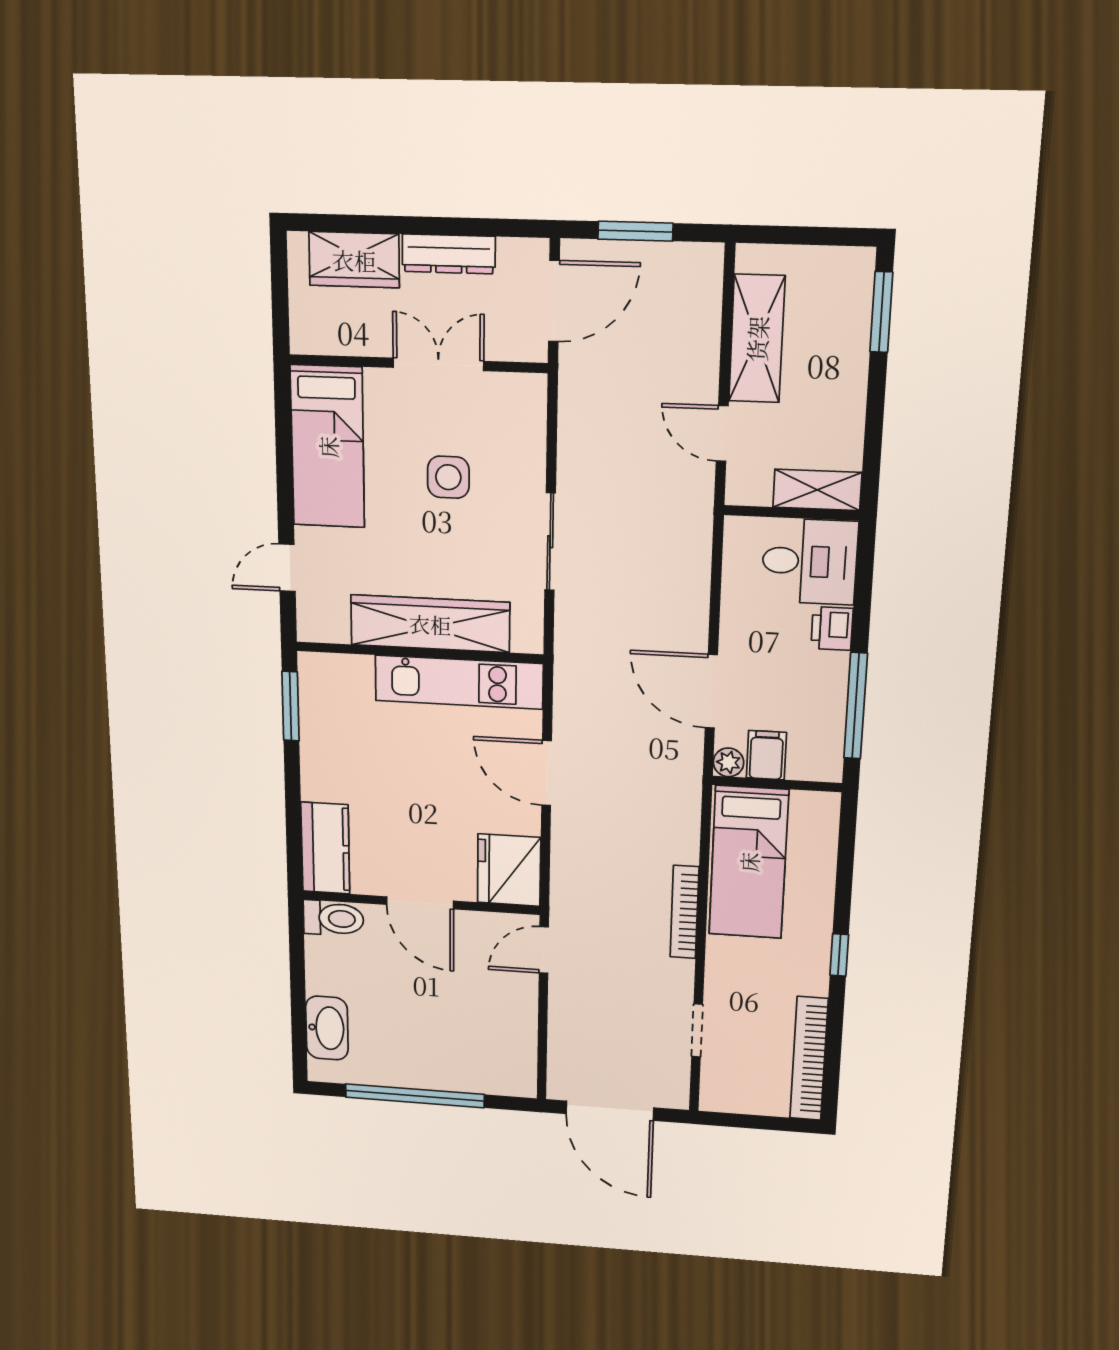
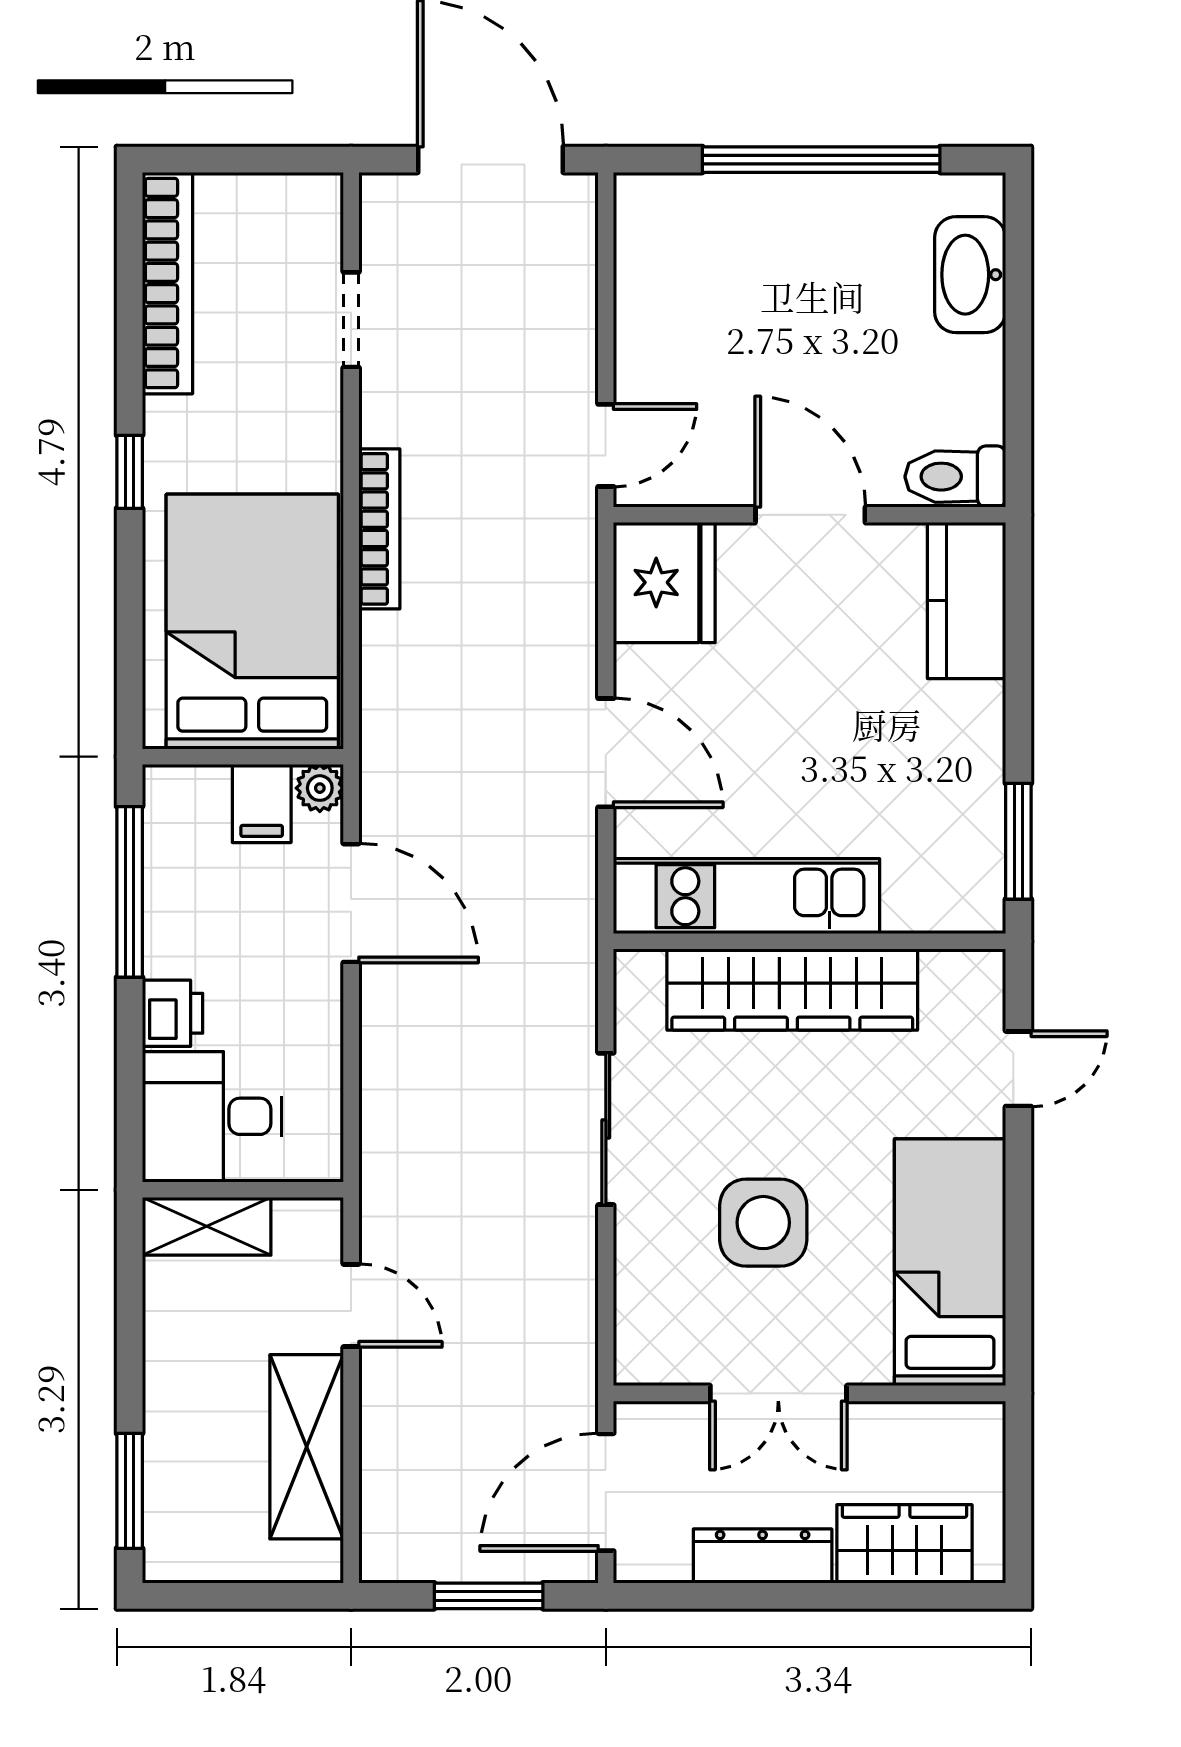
side table: (448, 477) -> (763, 1223), width x1.37, depth x1.37
bed: (749, 862) -> (252, 622), width x1.50

